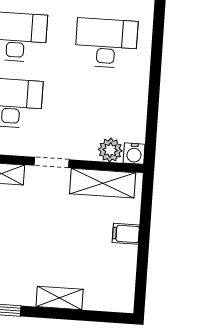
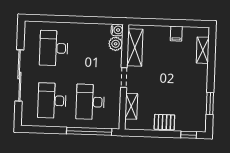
filing cabinet: (126, 234) -> (176, 34), moved
shelving: (60, 298) -> (203, 50), moved

